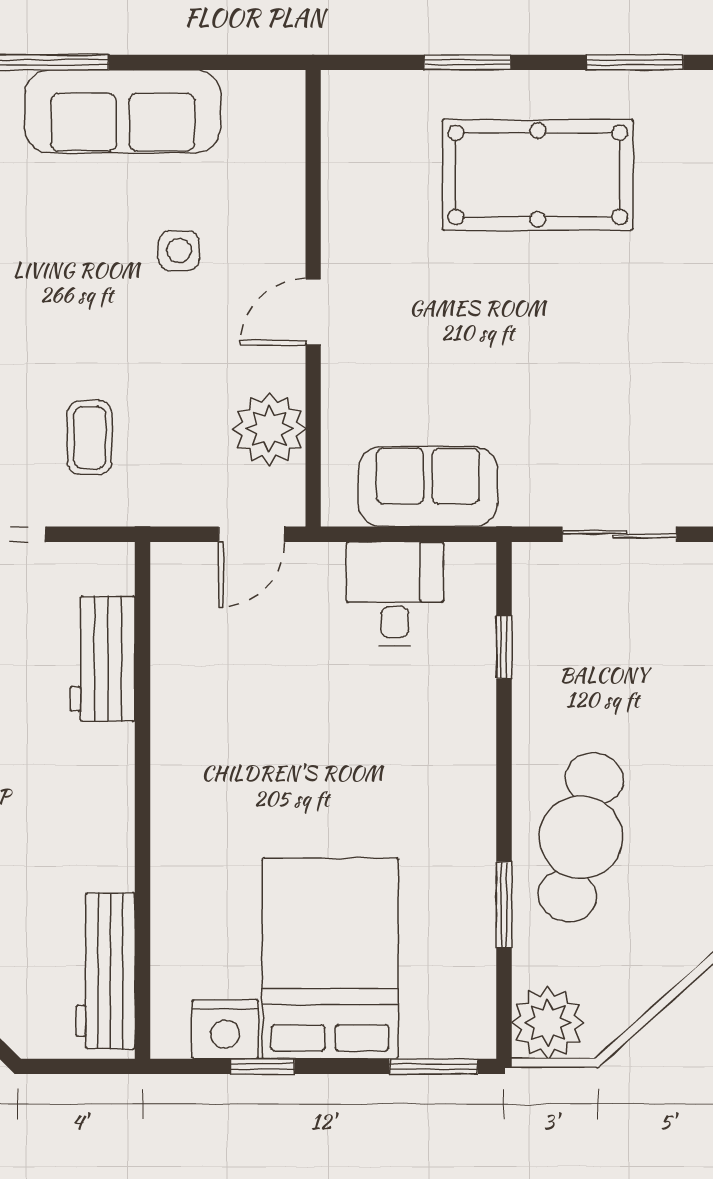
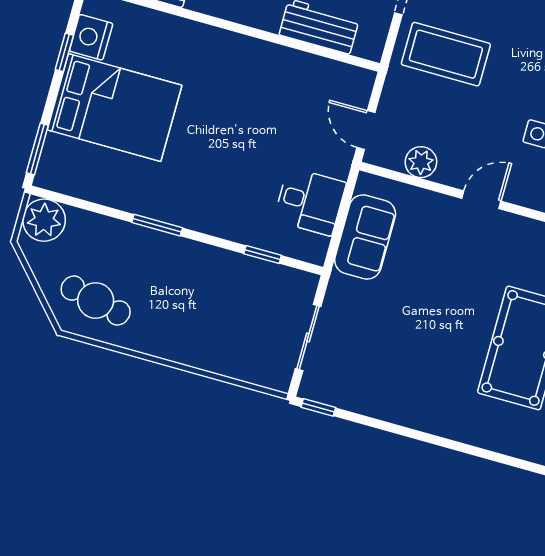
door: (313, 312) -> (481, 200), hinge flipped
plant: (269, 429) -> (421, 162), width x0.73, depth x0.73
coffee table: (90, 438) -> (446, 54), width x1.86, depth x1.72
cafe table: (581, 837) -> (96, 301), moved, width x0.73, depth x0.74
window: (504, 905) -> (157, 225), moved

